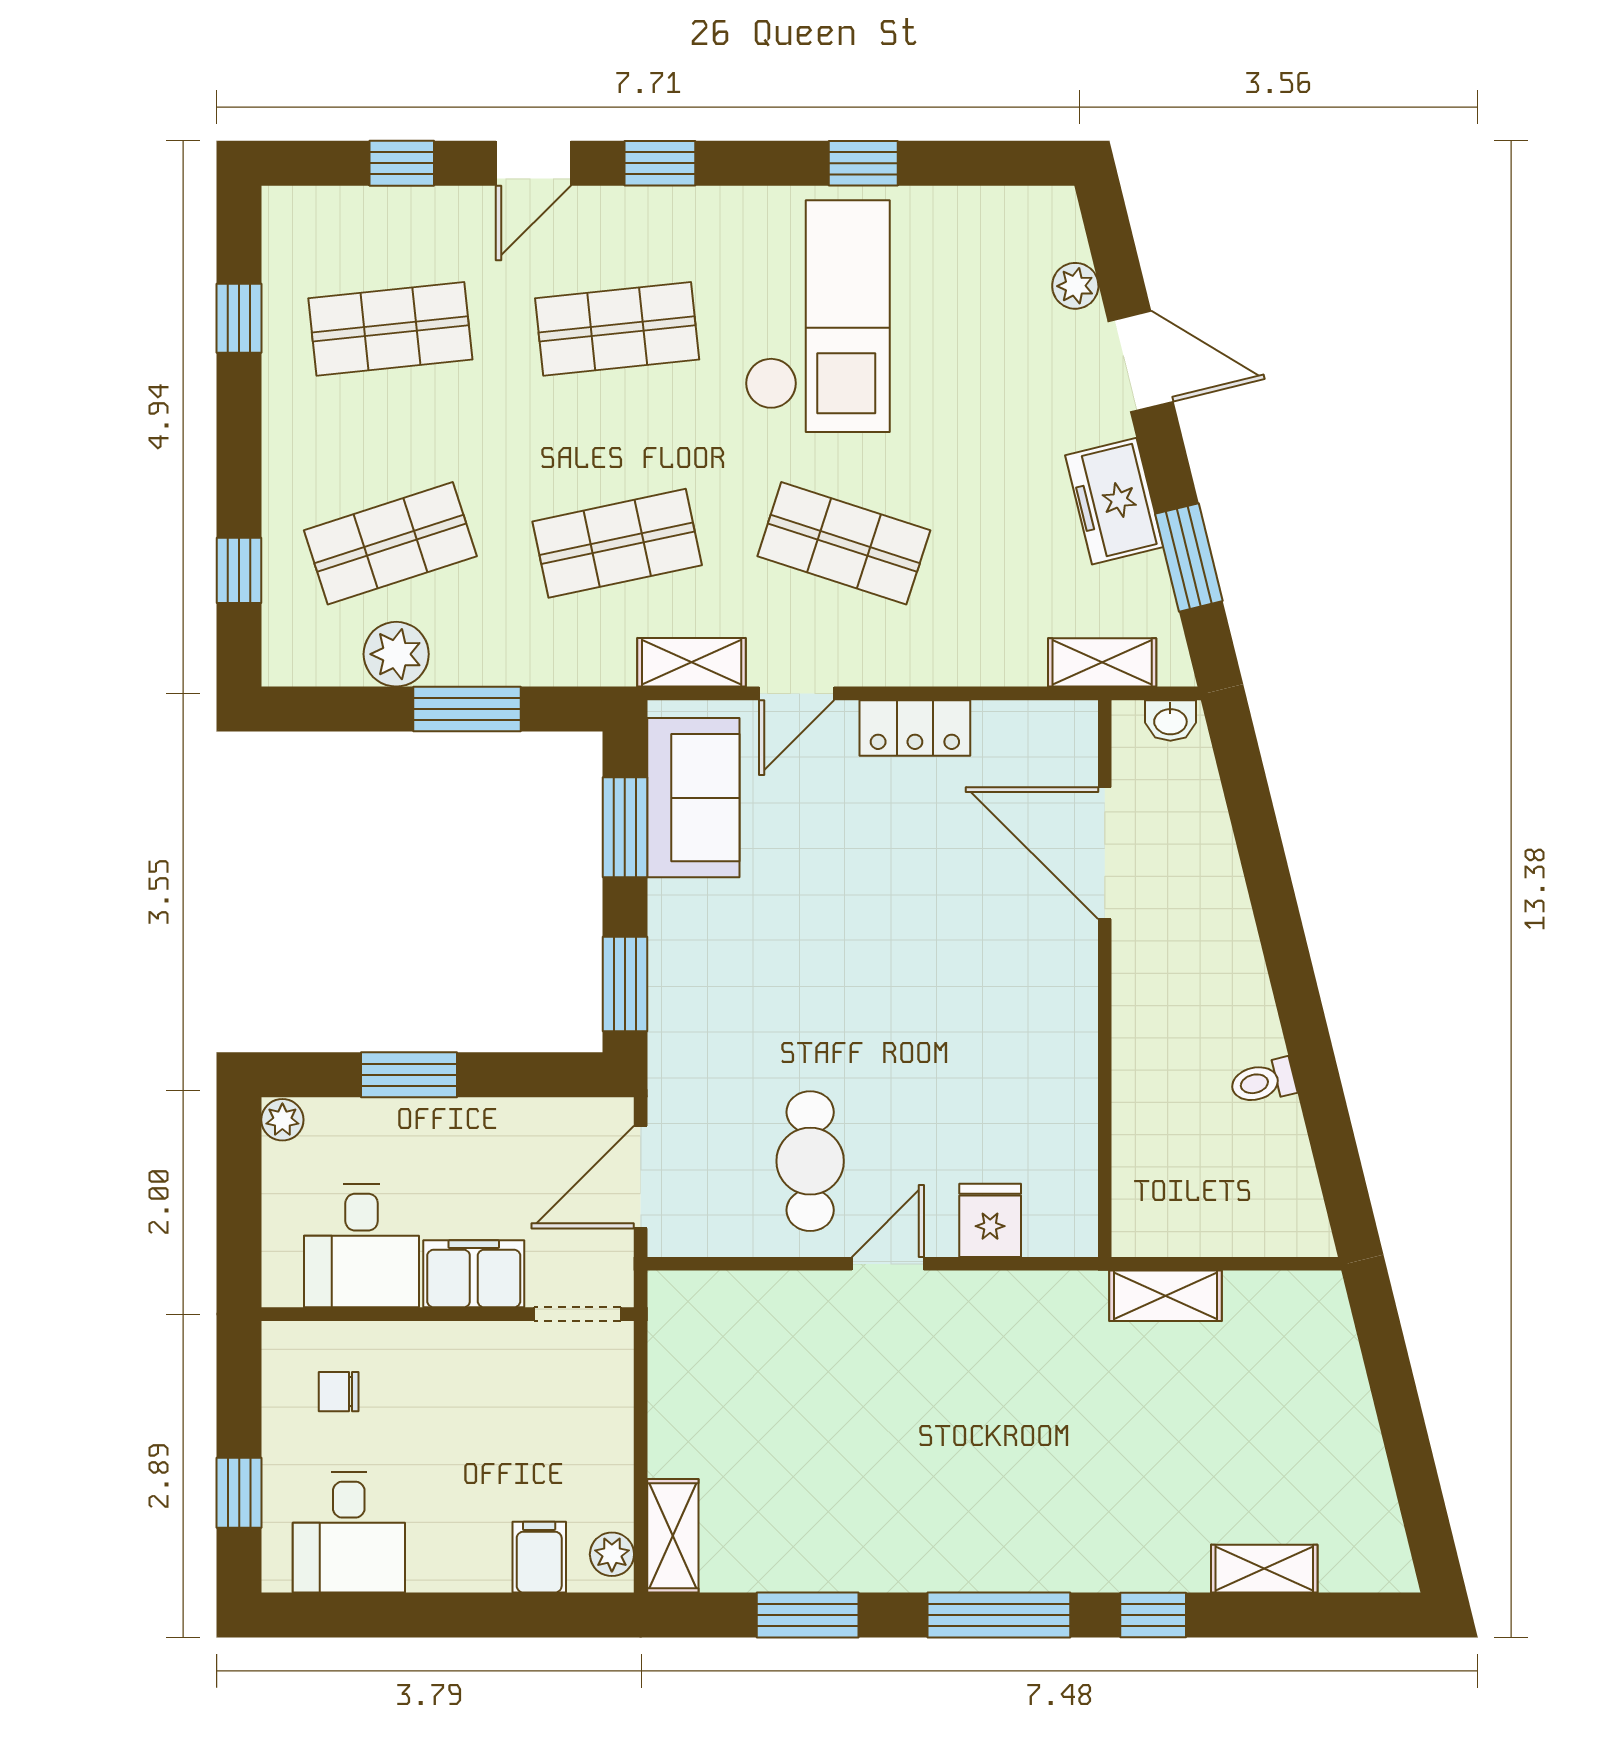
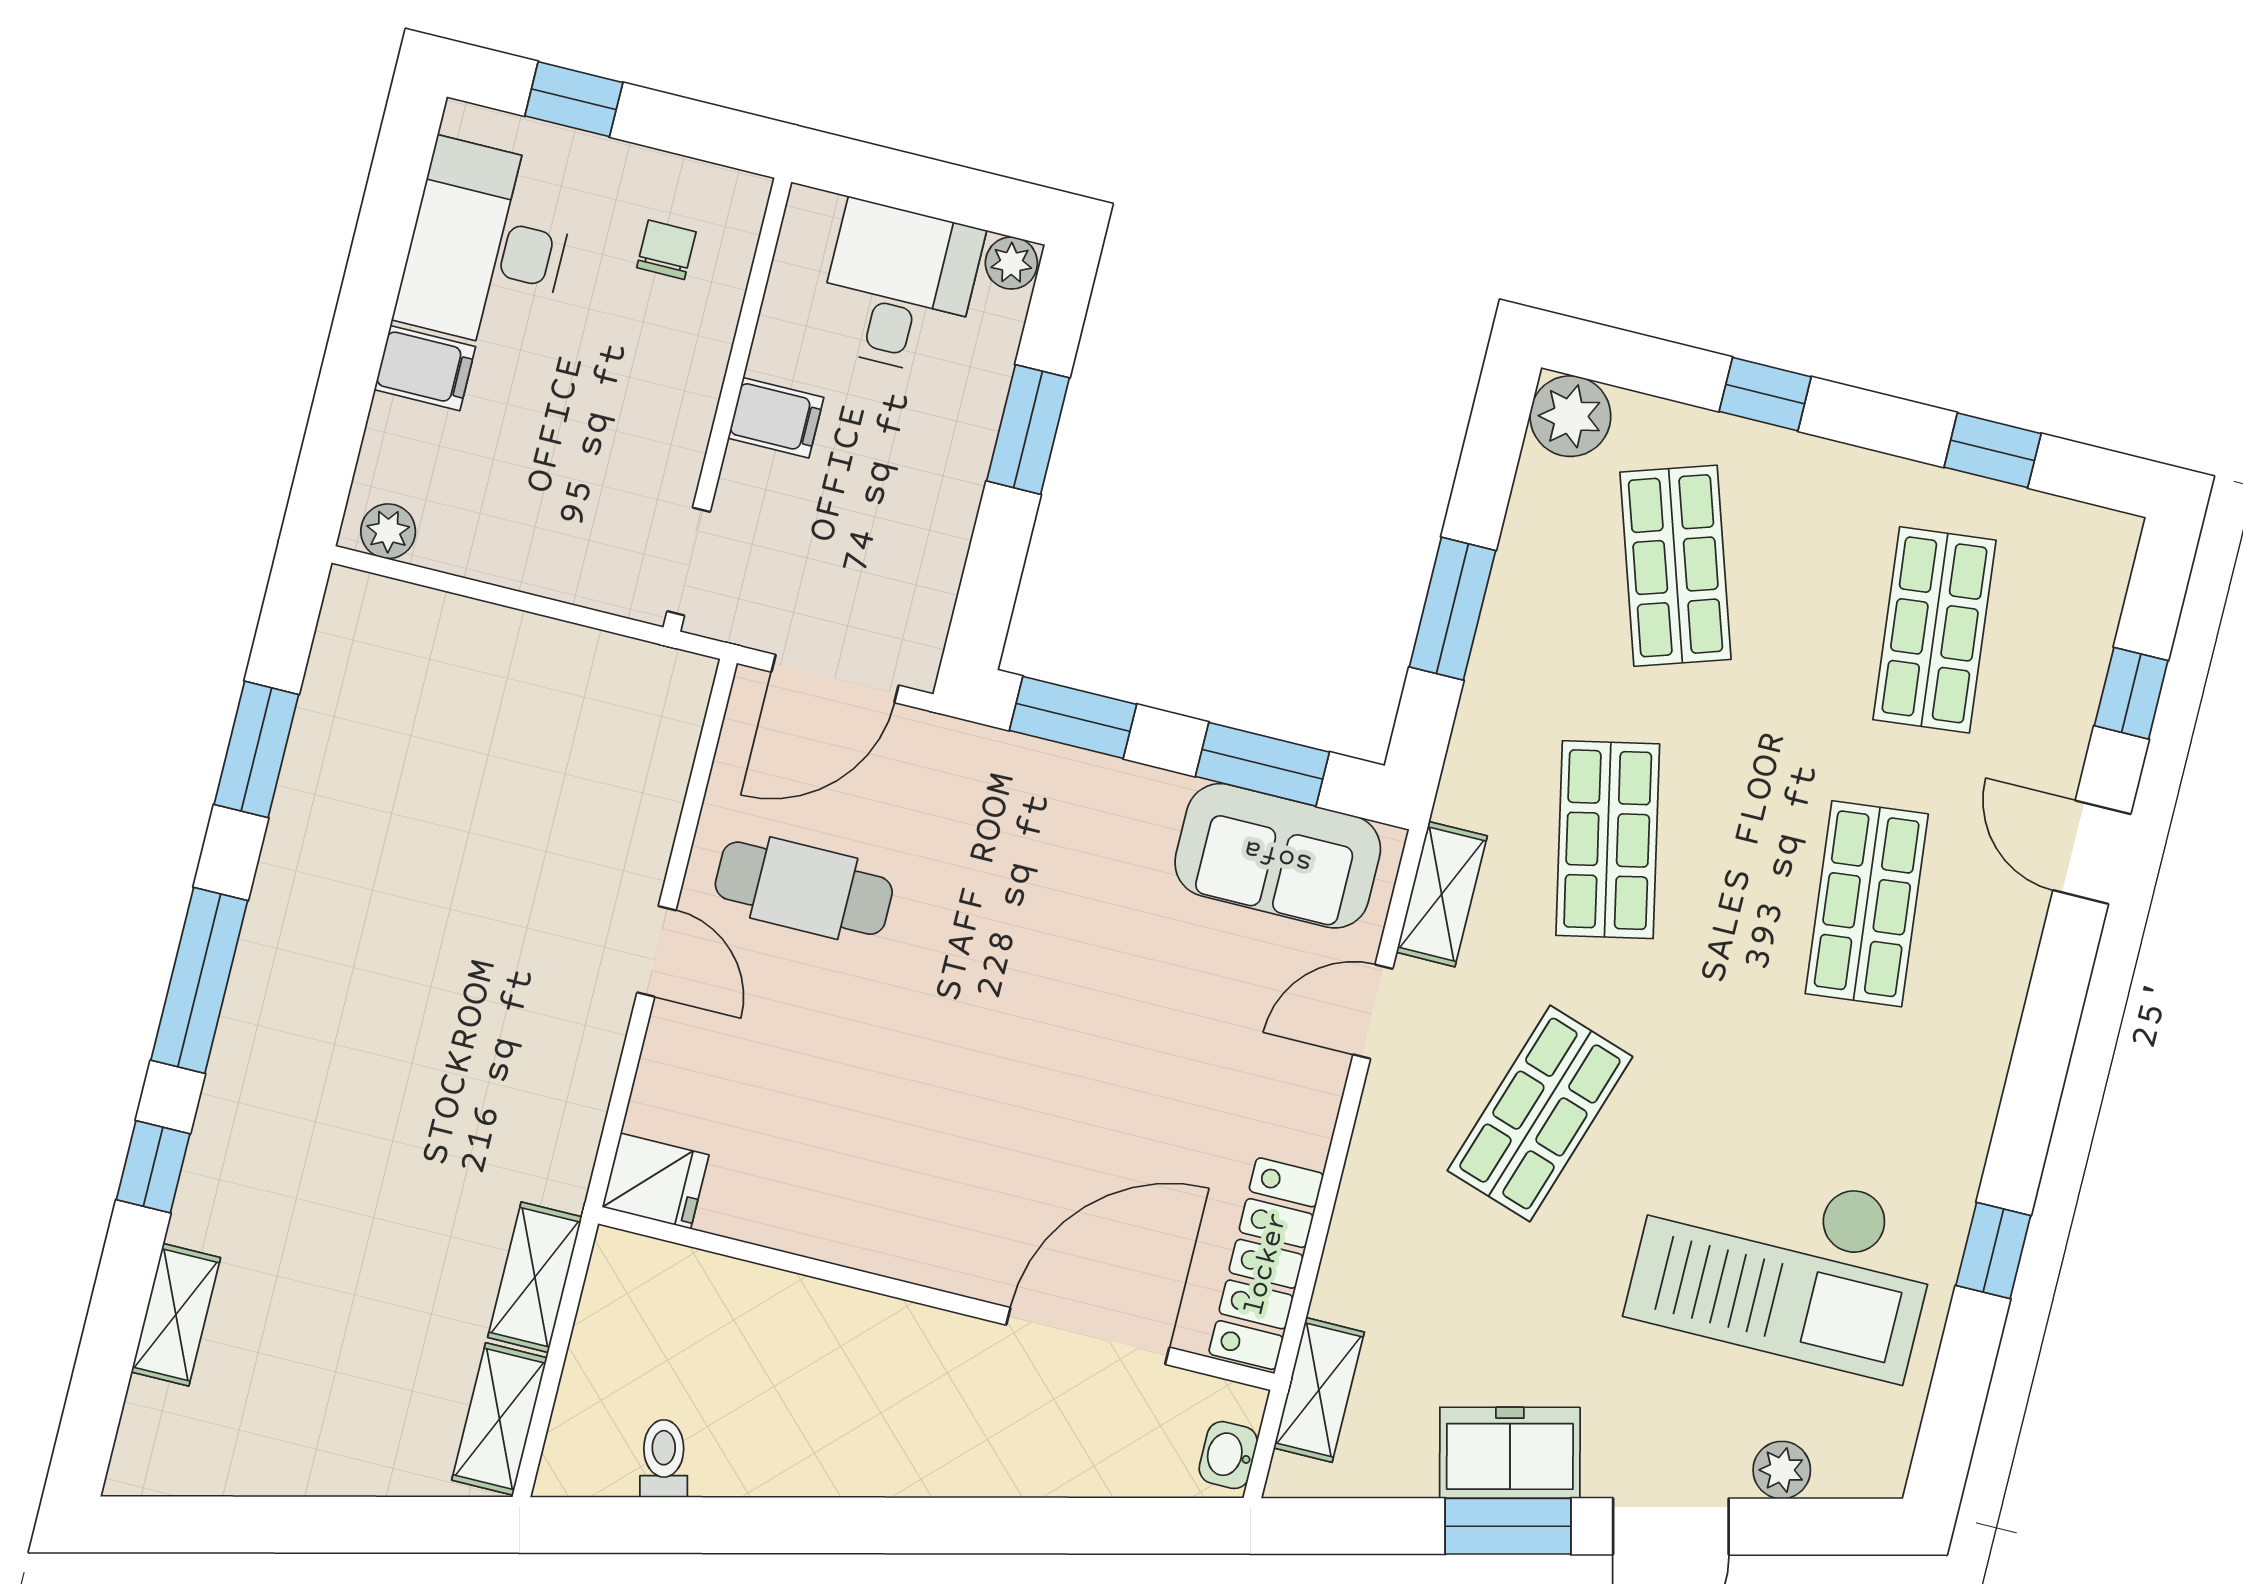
window: (660, 163) -> (2054, 1005), removed
checkout: (817, 316) -> (1784, 1264), moved
window: (1189, 557) -> (1508, 1526), moved
window: (239, 570) -> (1765, 394), moved
plant: (396, 654) -> (1570, 416), moved
door: (797, 693) -> (1373, 1012), hinge flipped
locker: (915, 728) -> (1266, 1264), moved, width x1.53
toilet: (1263, 1082) -> (664, 1459), moved
door: (641, 1177) -> (835, 679), swing flipped
fridge: (990, 1220) -> (655, 1181), moved
desk: (362, 1246) -> (899, 288), moved, turned 90
filing cabinet: (474, 1274) -> (776, 418), width x0.50
desk: (349, 1532) -> (487, 245), width x1.37
shelving: (673, 1536) -> (499, 1419), moved, turned 90
filing cabinet: (539, 1557) -> (425, 368), moved

